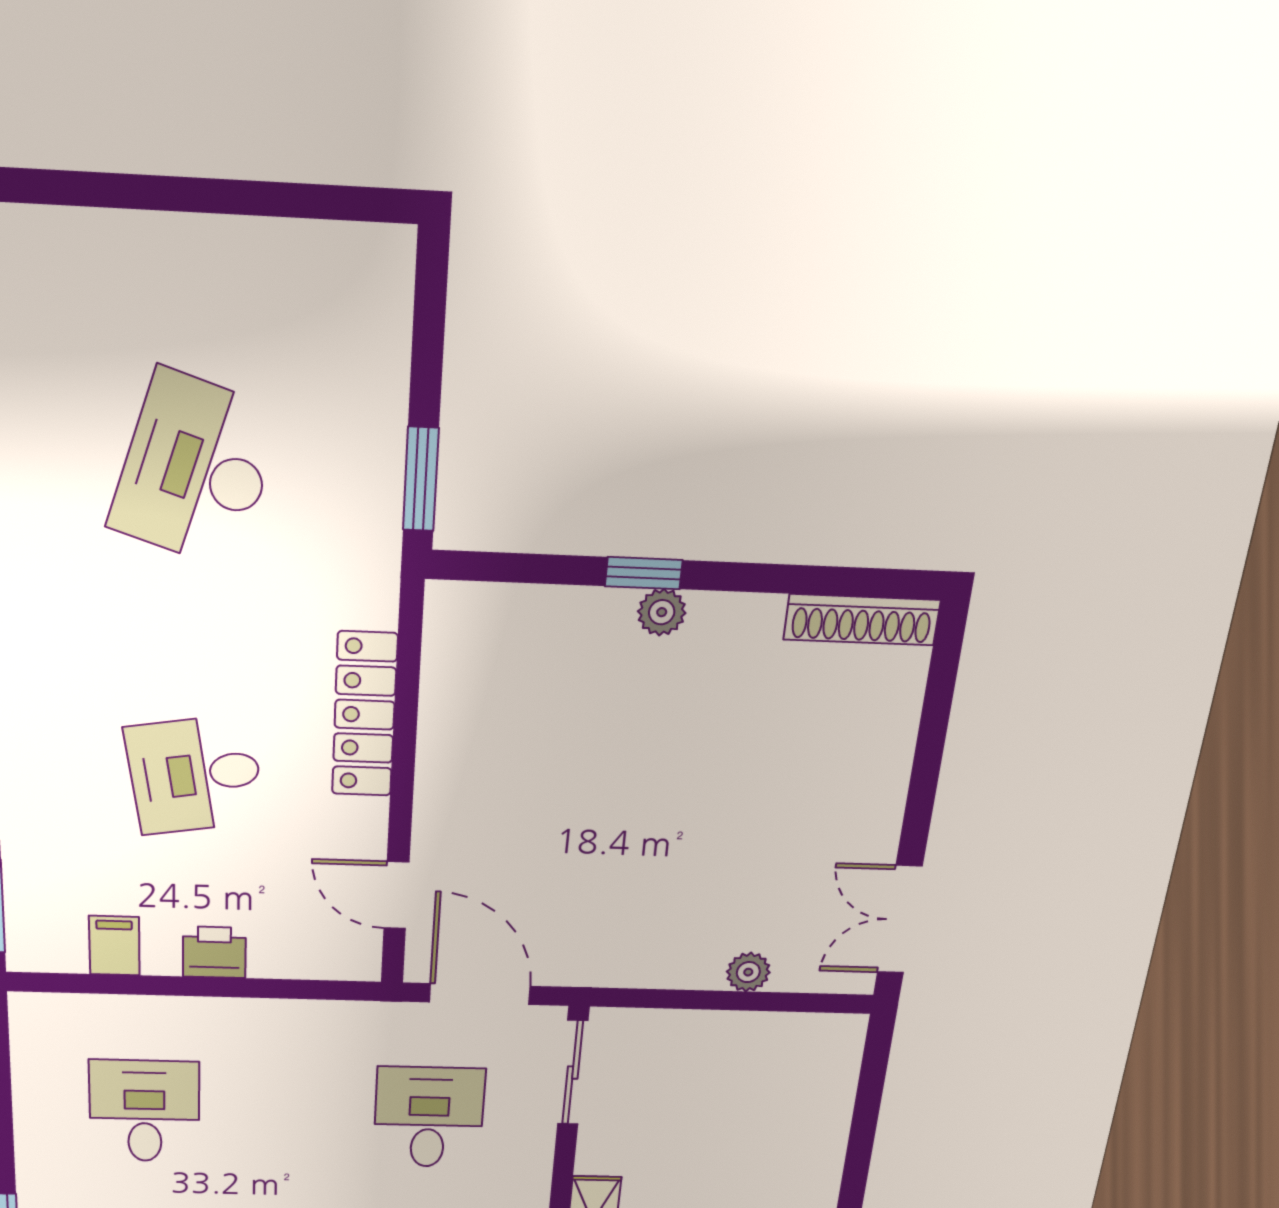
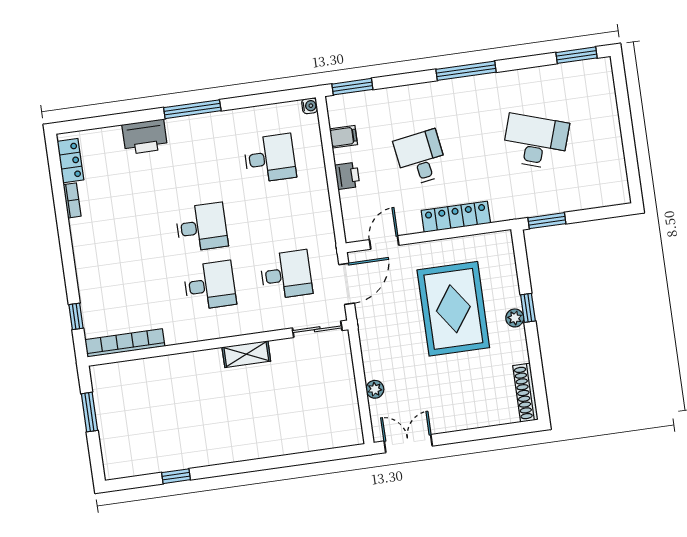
rug: (600, 761) -> (453, 309), added
water cooler: (27, 1008) -> (310, 106), added

